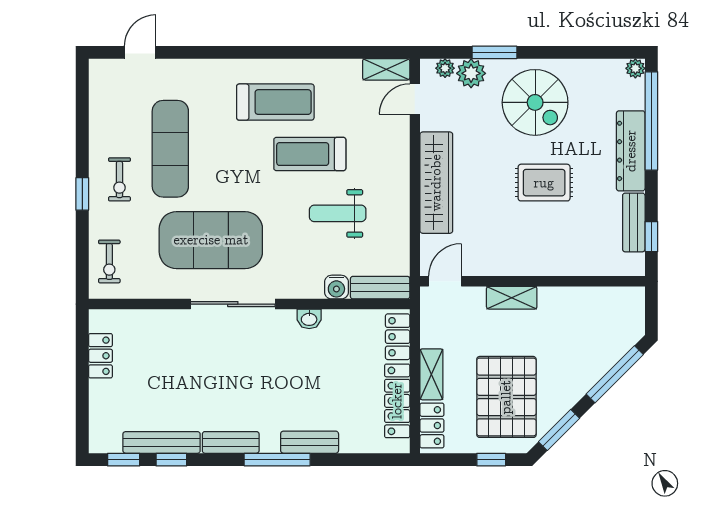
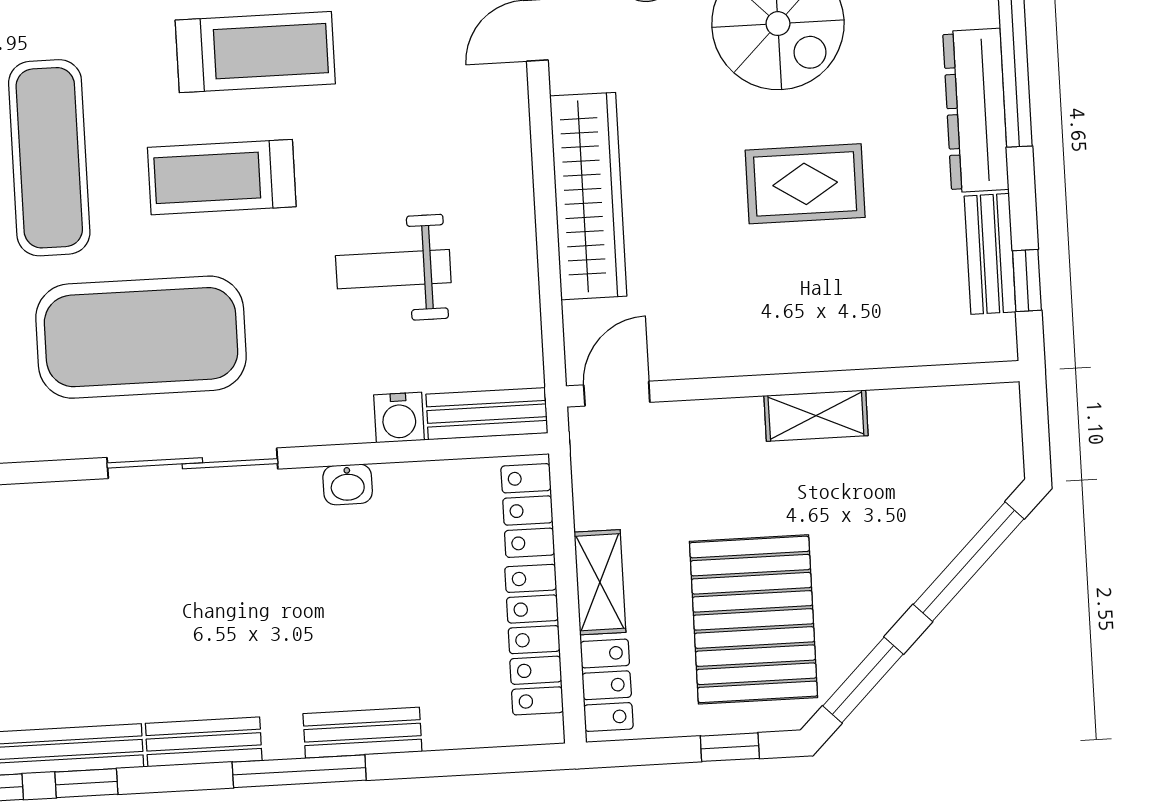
treadmill: (310, 154) -> (222, 177), moved
shelving: (512, 298) -> (816, 416), moved

